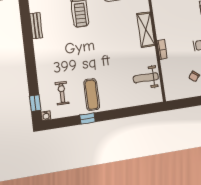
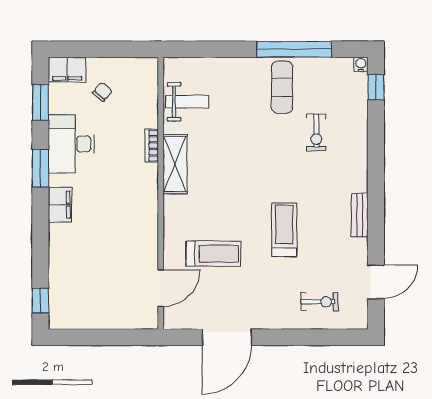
shelving: (146, 30) -> (175, 164), moved
exercise bike: (62, 93) -> (316, 132), moved
window: (87, 118) -> (294, 49), width x3.17

